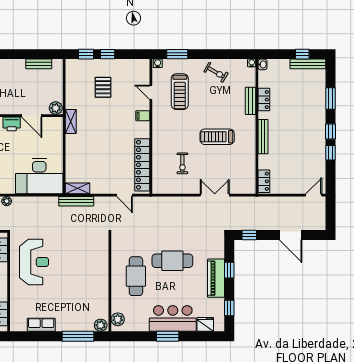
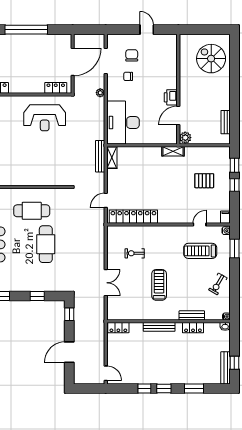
filing cabinet: (143, 116) -> (225, 217), moved
piano: (216, 278) -> (30, 284), removed

